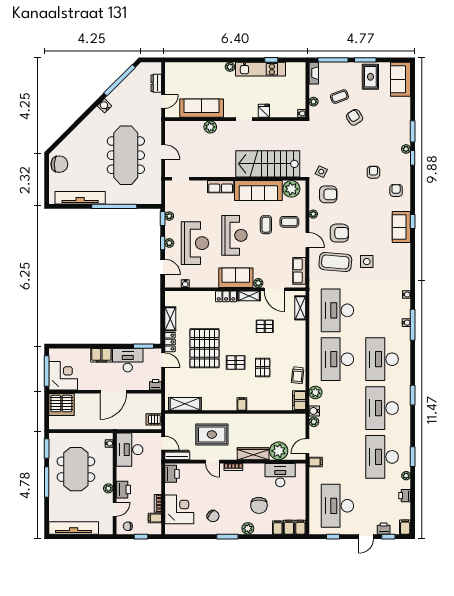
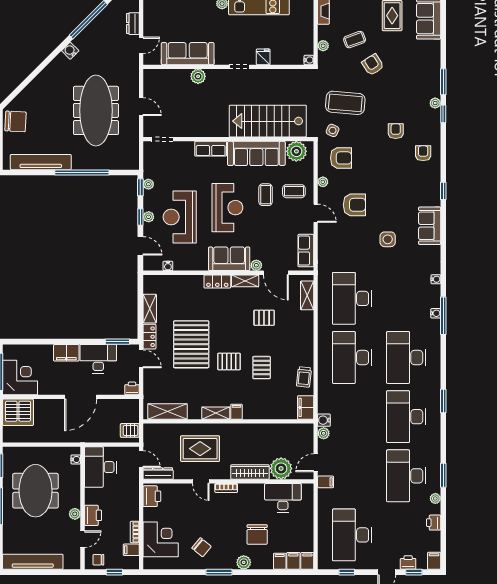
sofa: (401, 227) -> (430, 226), moved
reception desk: (195, 243) -> (180, 217), turned 180
coffee table: (335, 262) -> (345, 103), moved
plant: (315, 392) -> (326, 398), removed
shelving: (225, 405) -> (216, 413), added

